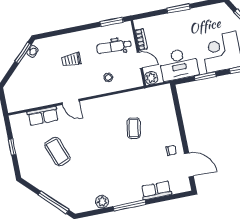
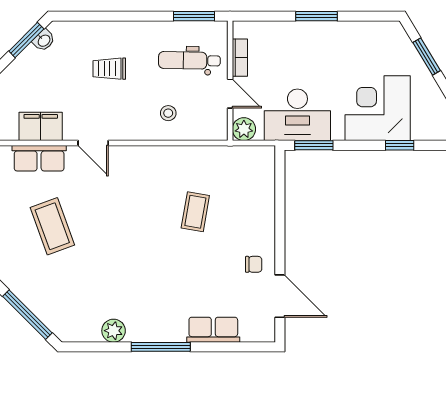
window: (205, 76) -> (314, 145), moved
filing cabinet: (40, 99) -> (41, 126), added

